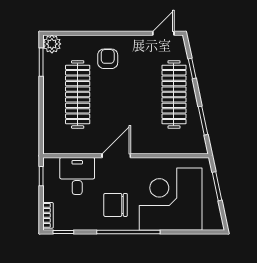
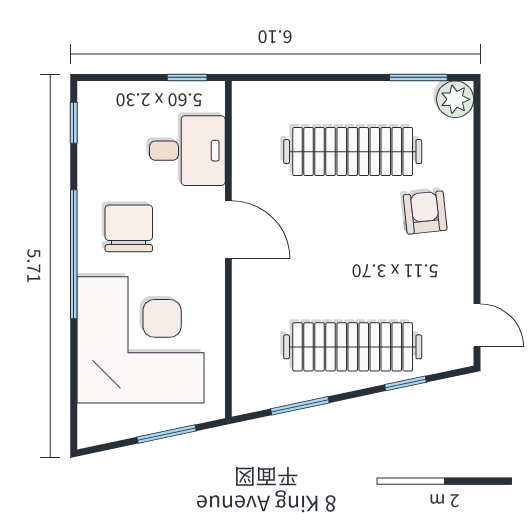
armchair: (108, 59) -> (425, 212), turned -96
bookcase: (48, 215) -> (108, 91), removed

